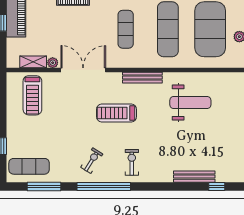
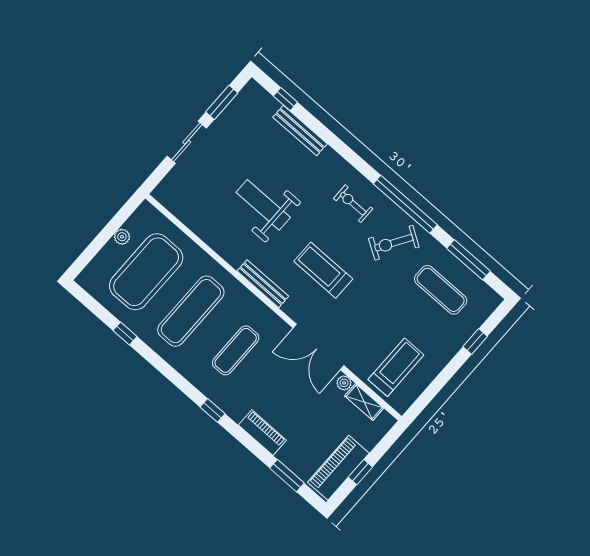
weight bench: (190, 103) -> (263, 205), moved
treadmill: (116, 113) -> (323, 270), turned 180
exercise bike: (92, 161) -> (394, 243), width x1.38, depth x1.39
exercise bike: (132, 162) -> (353, 204), turned 90
exercise mat: (29, 166) -> (441, 290), moved

